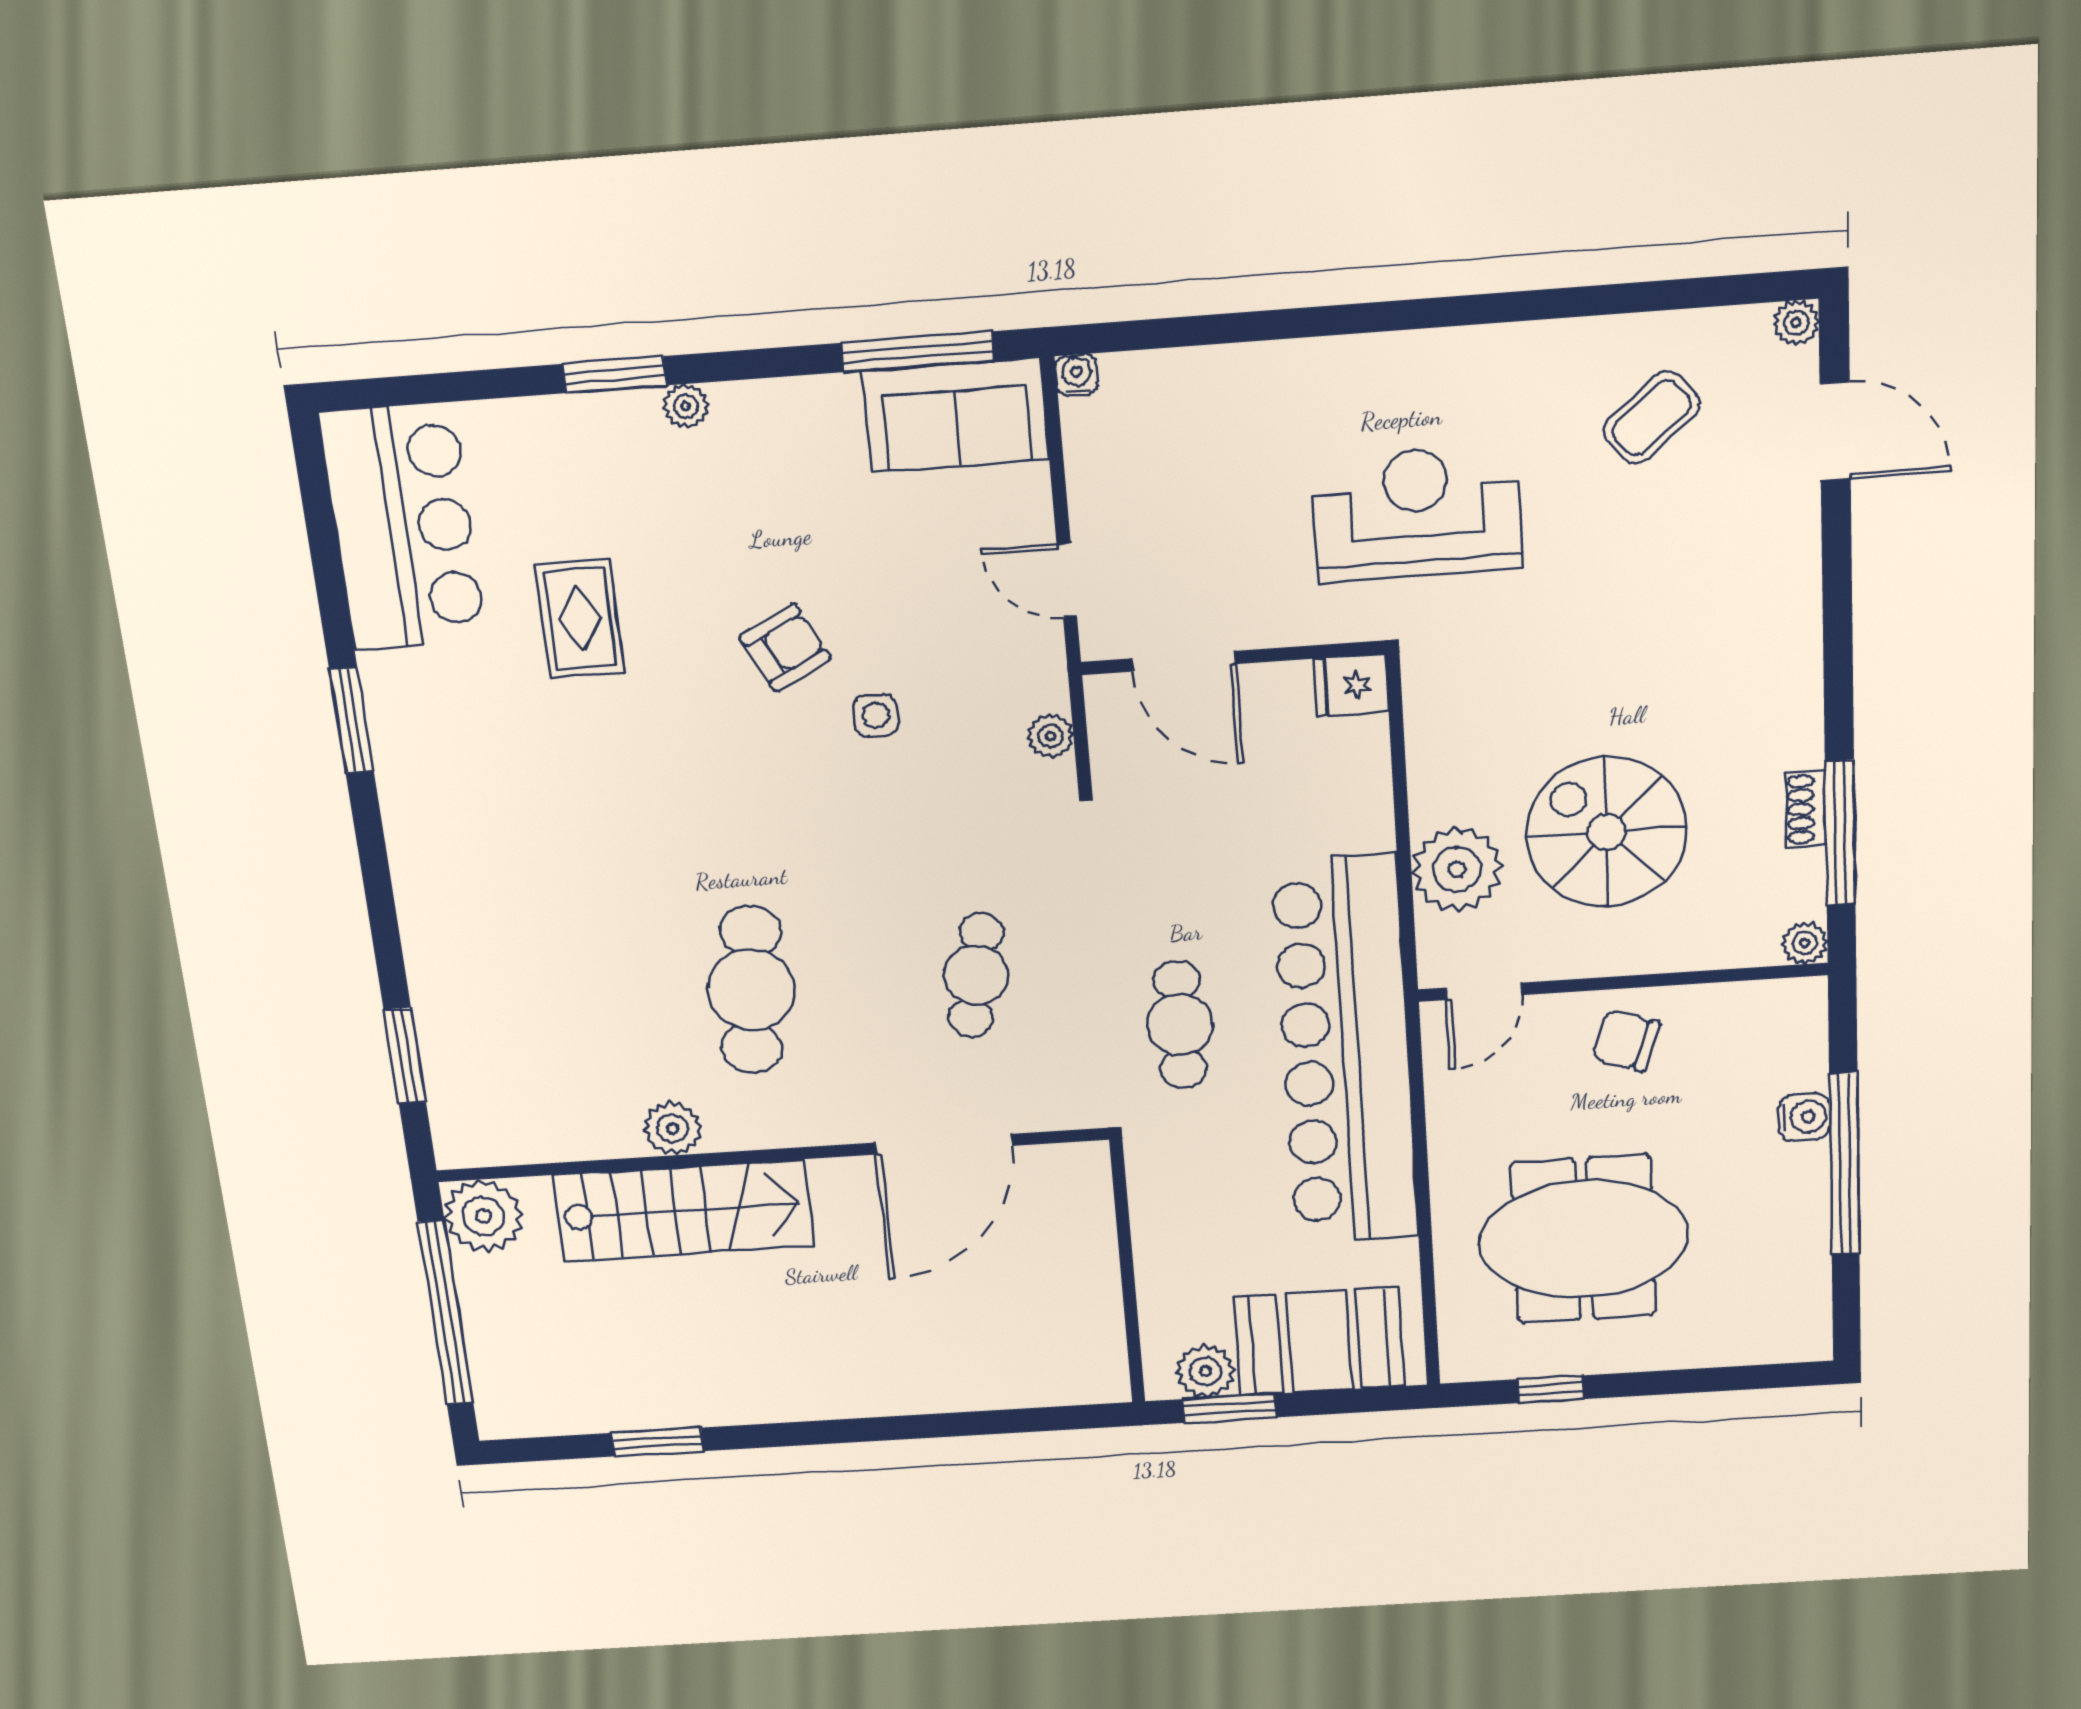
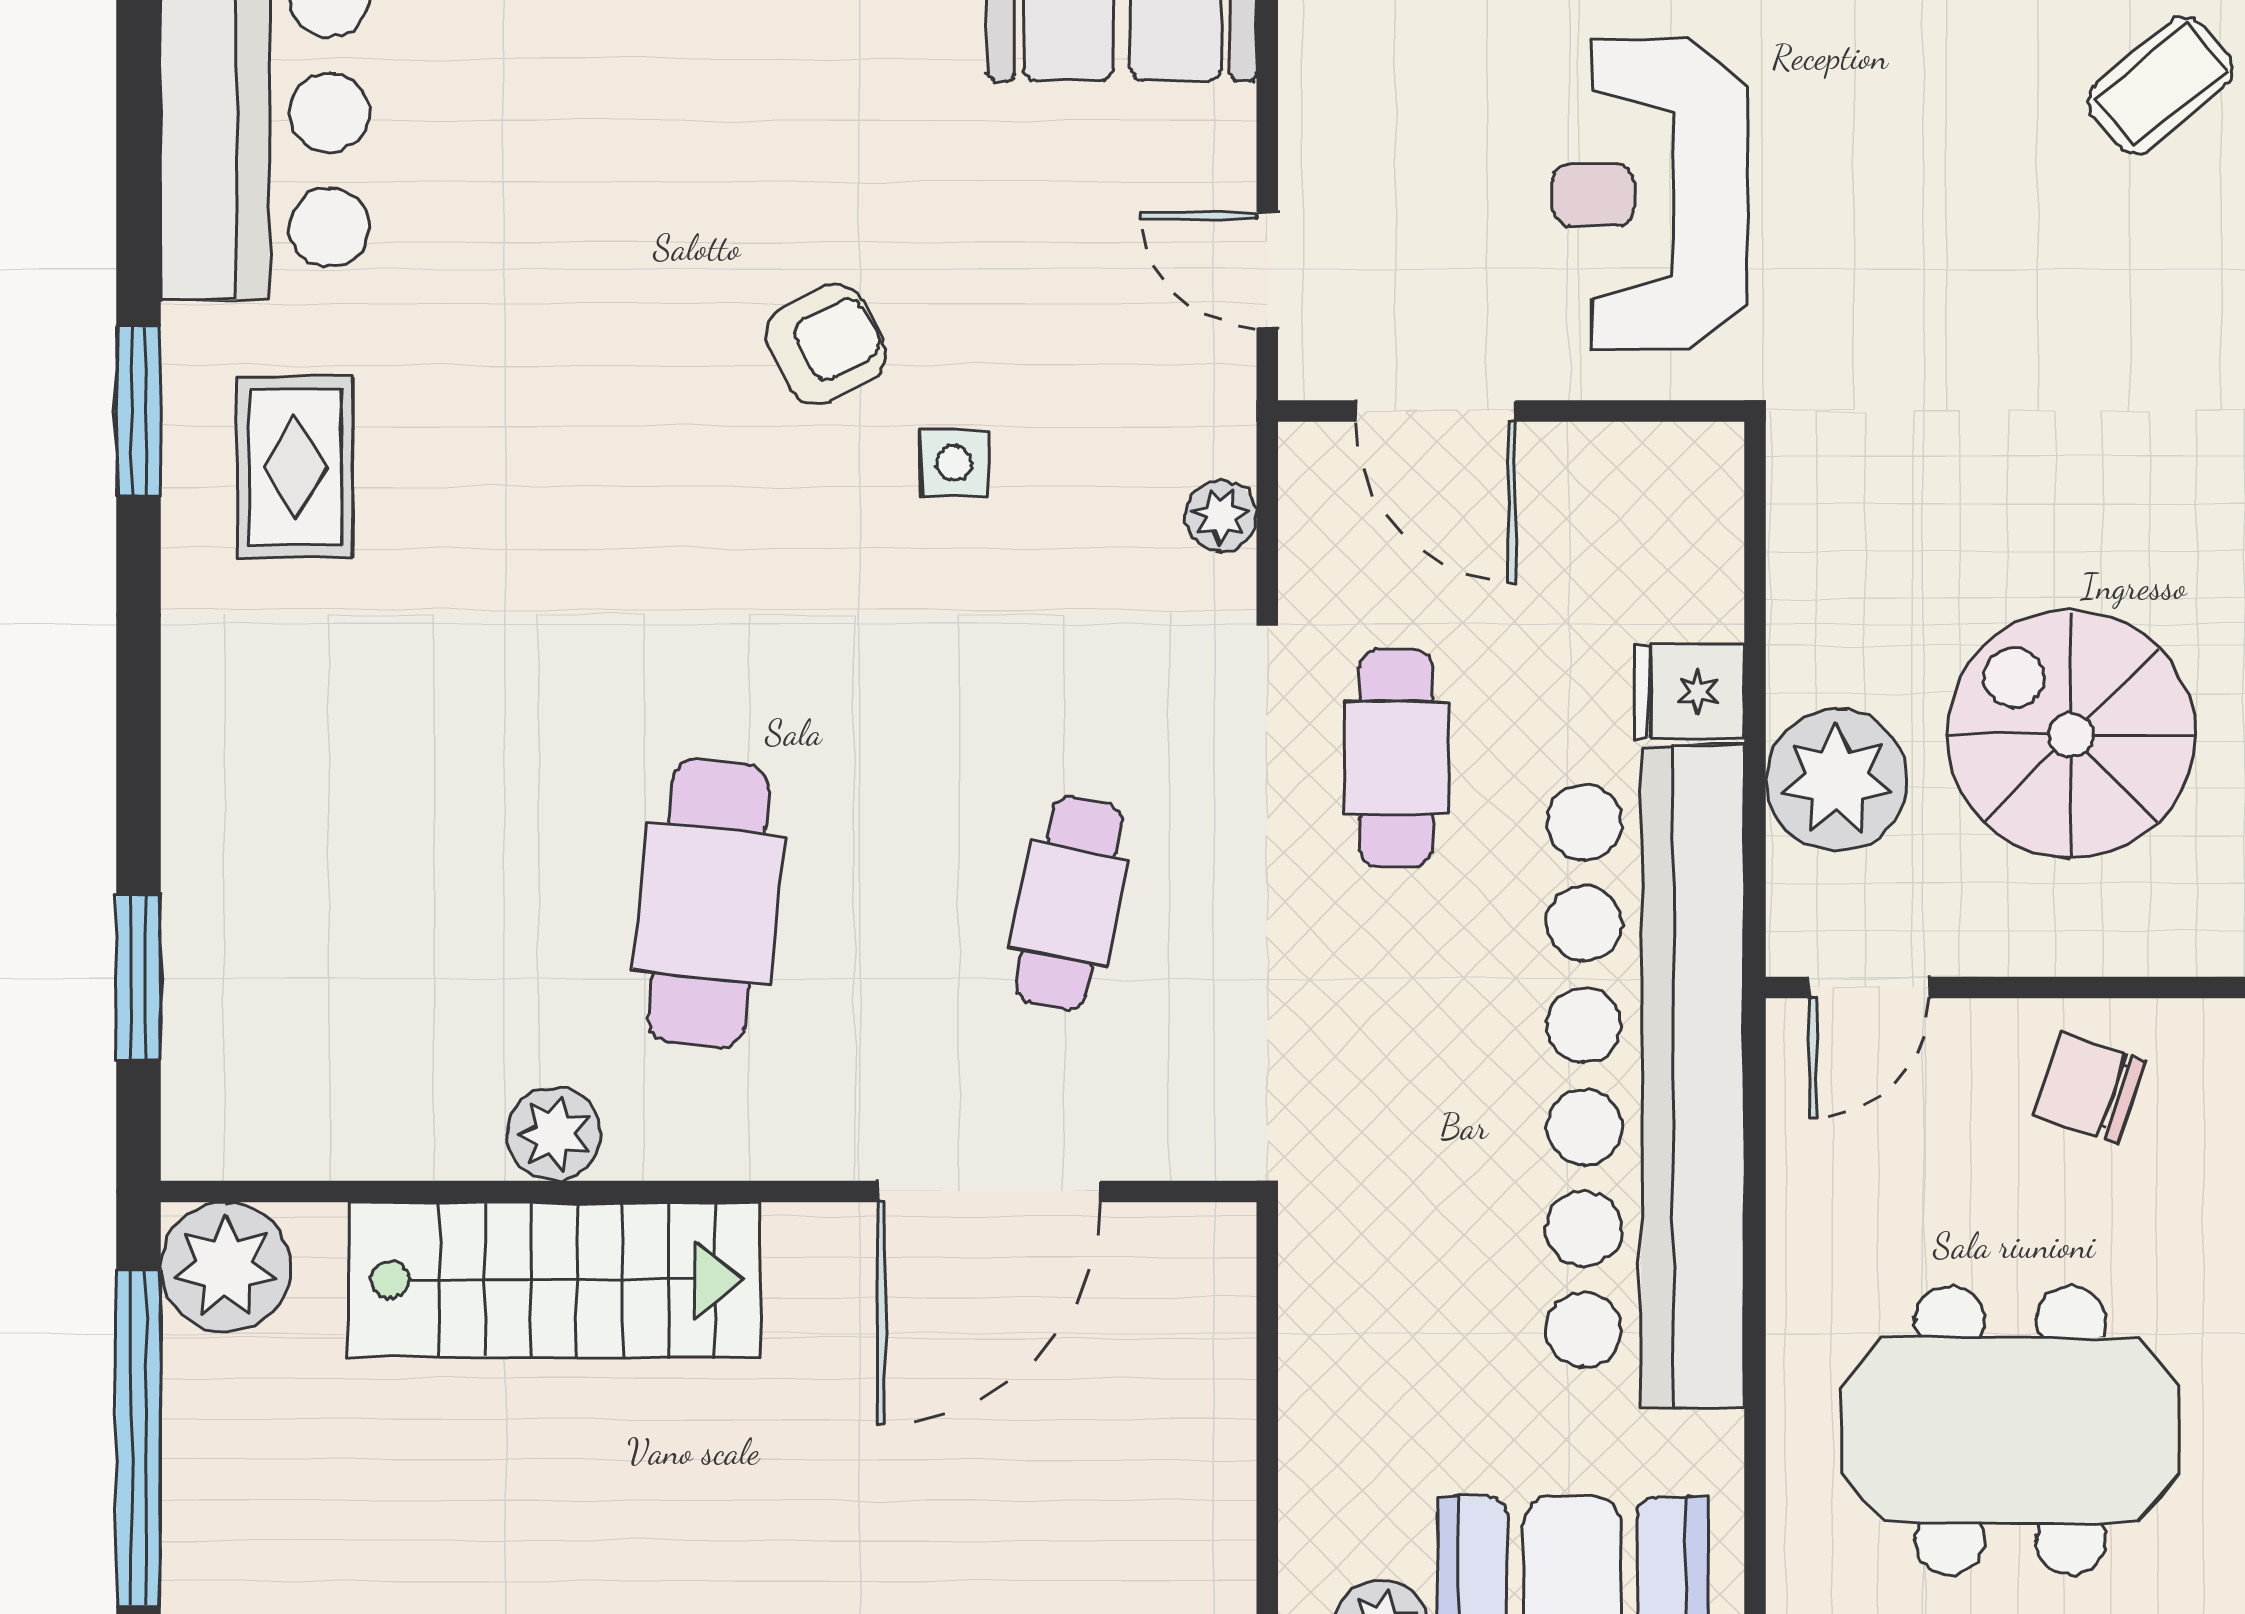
reception desk: (1417, 513) -> (1650, 195), moved, turned -90
rug: (580, 619) -> (295, 467), moved
fridge: (1351, 685) -> (1689, 691), moved
cafe table: (1180, 1025) -> (1396, 758), moved

